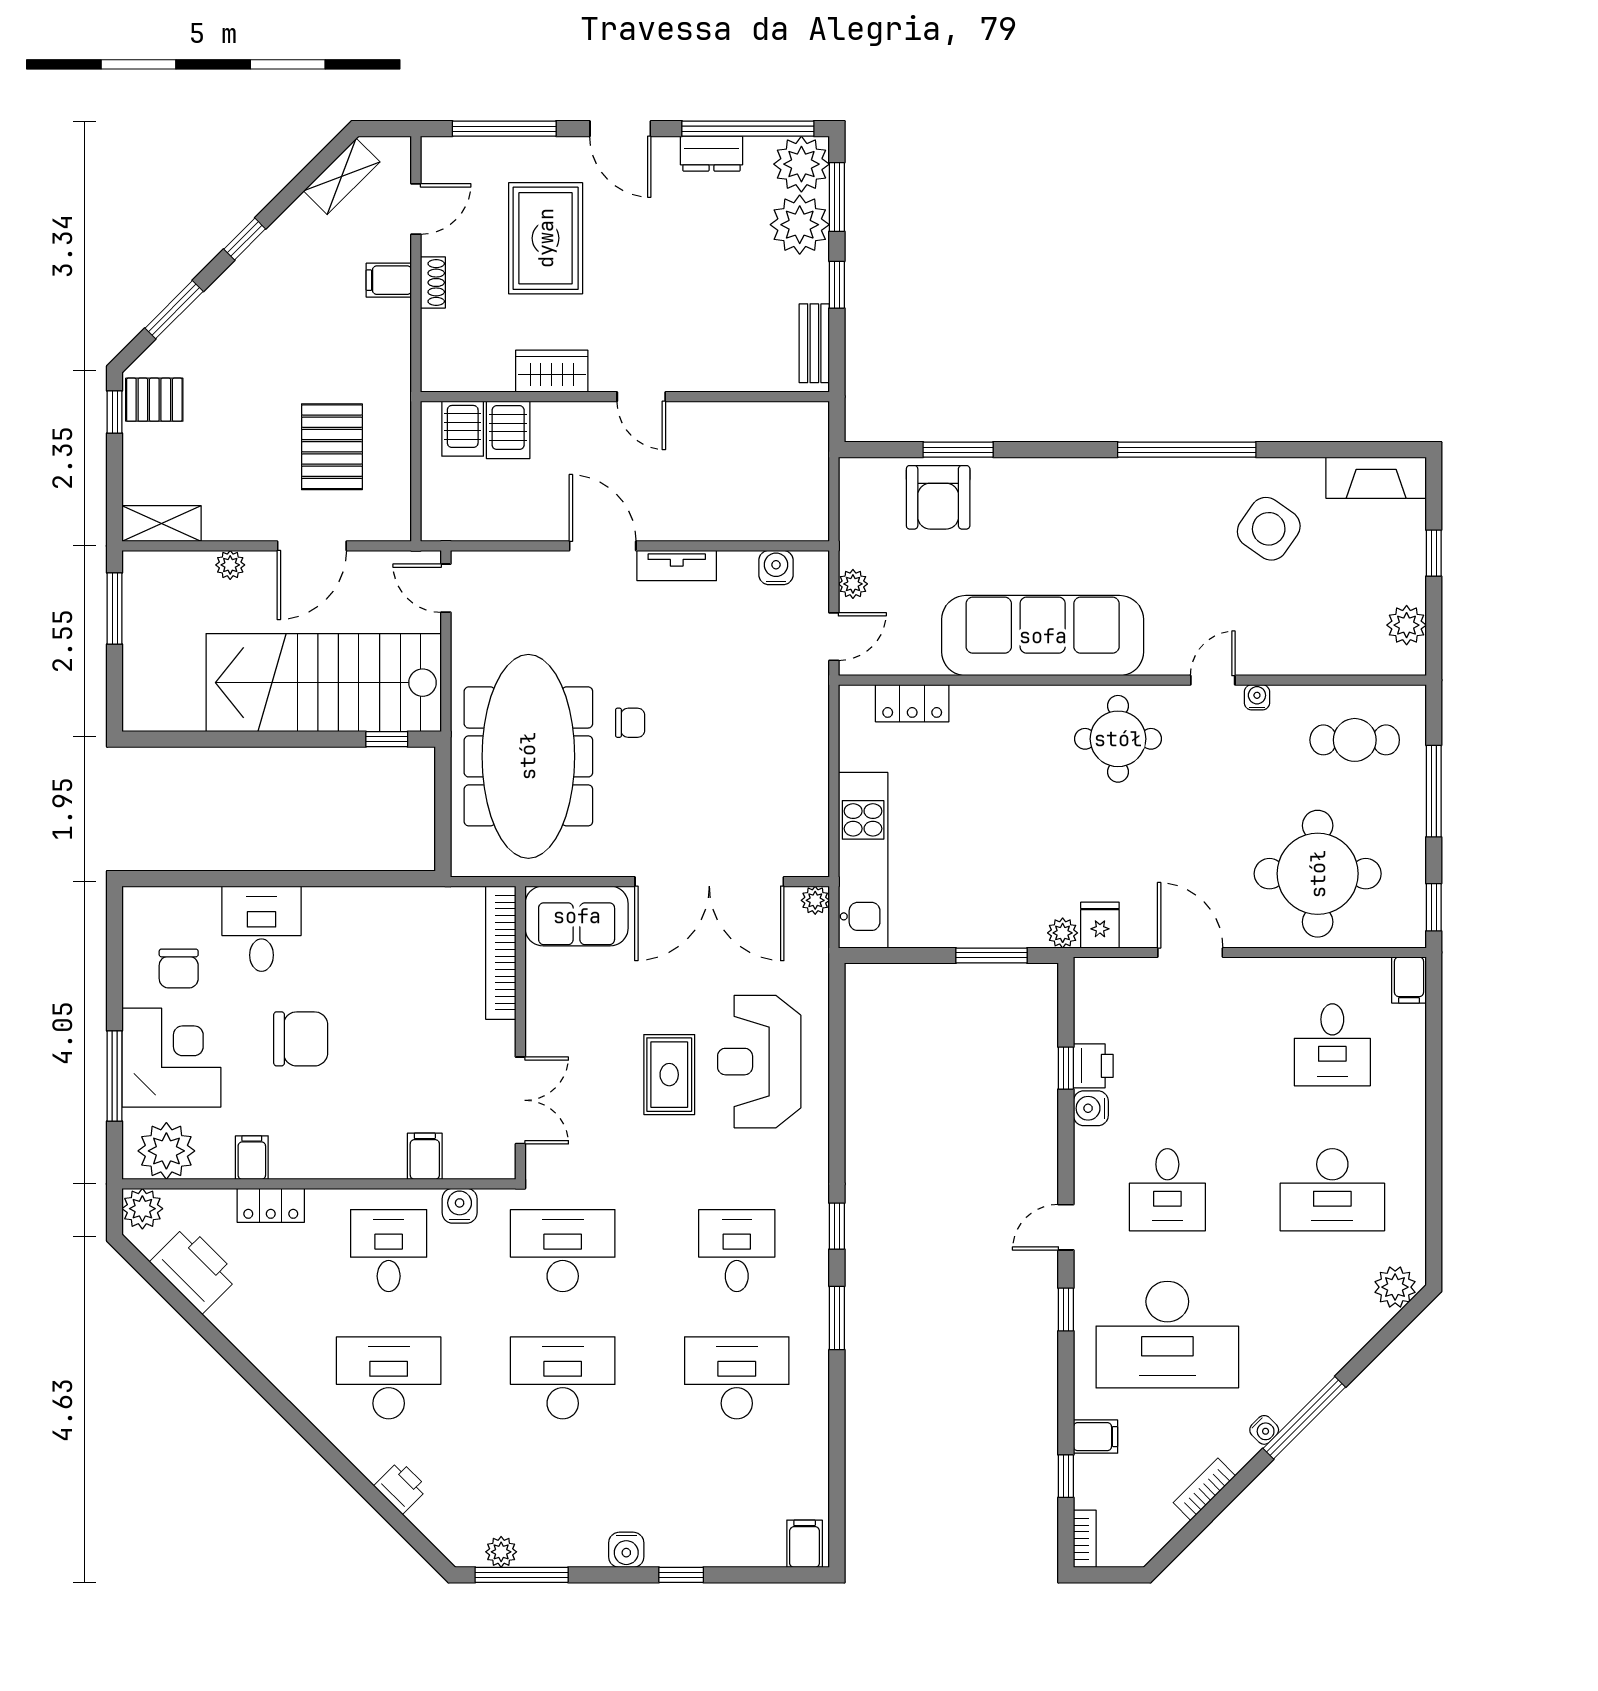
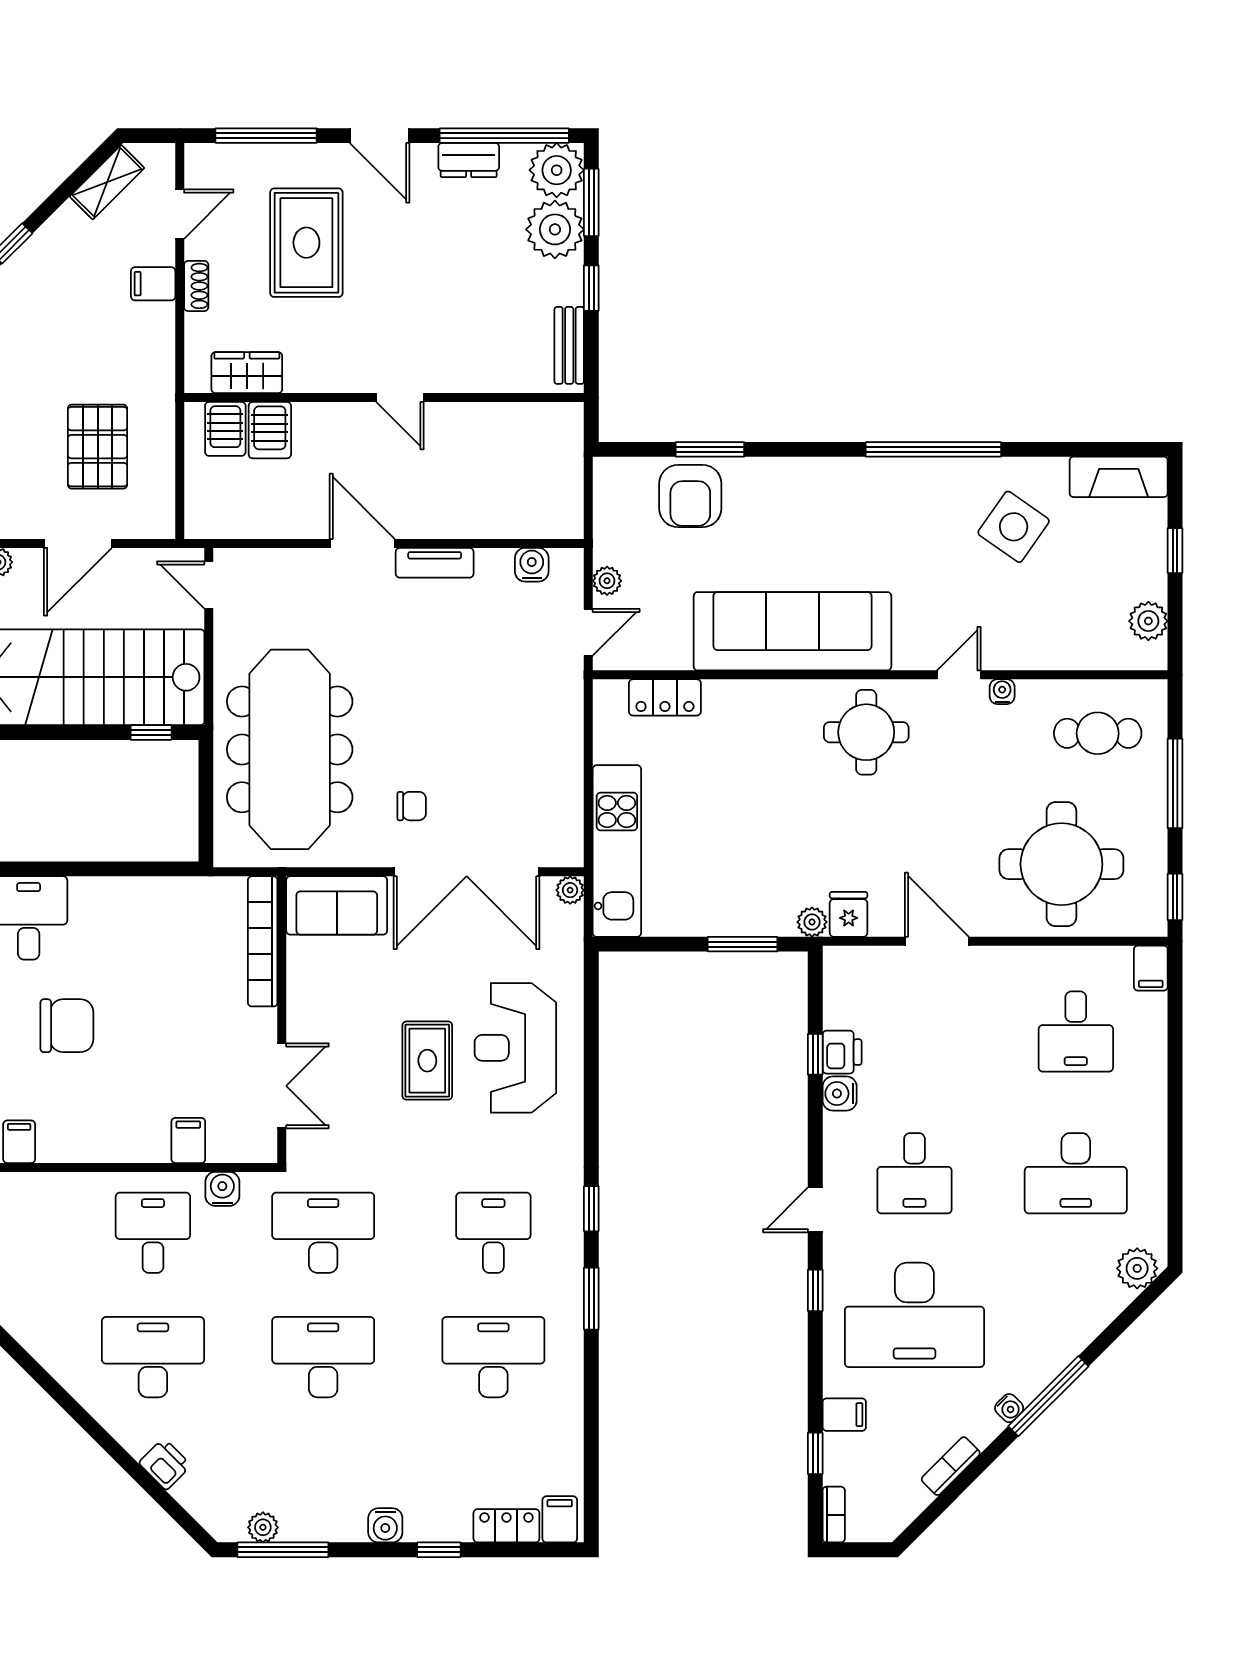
wardrobe: (552, 371) -> (247, 373), moved
chair: (630, 723) -> (412, 806), moved
locker: (271, 1205) -> (506, 1526), moved, turned 180

